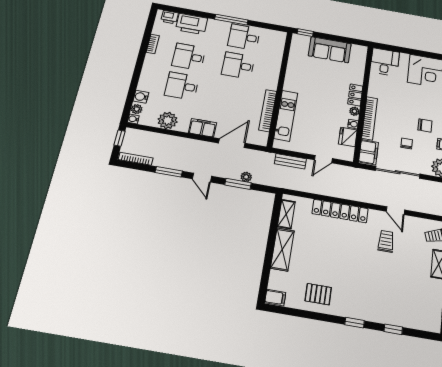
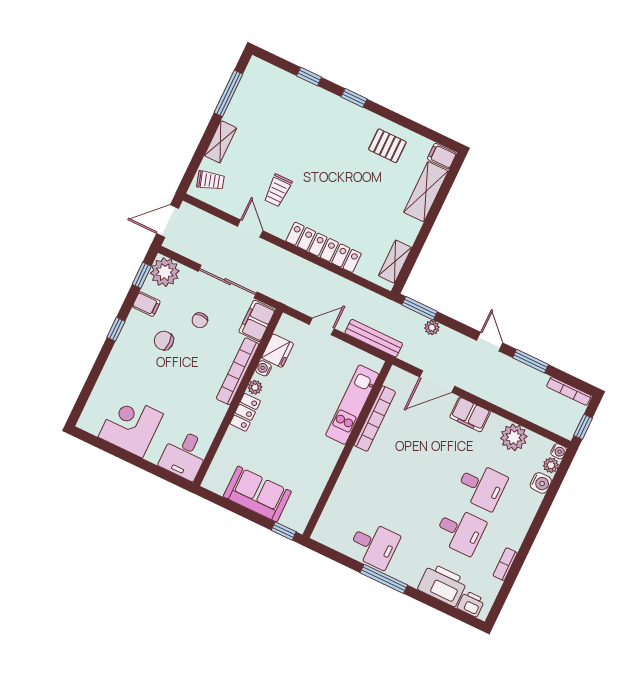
desk: (238, 65) -> (395, 500), removed
bench: (290, 161) -> (374, 338), width x1.36
window: (238, 184) -> (420, 308), moved
shelving: (282, 249) -> (426, 192), moved

